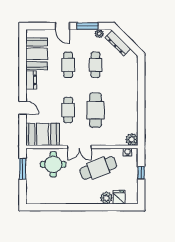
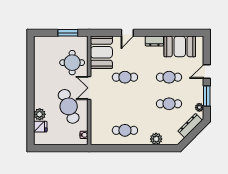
cafe table: (96, 110) -> (125, 130), moved, width x0.73, depth x0.74
plant: (132, 139) -> (156, 139), moved
window: (141, 173) -> (64, 148), removed

